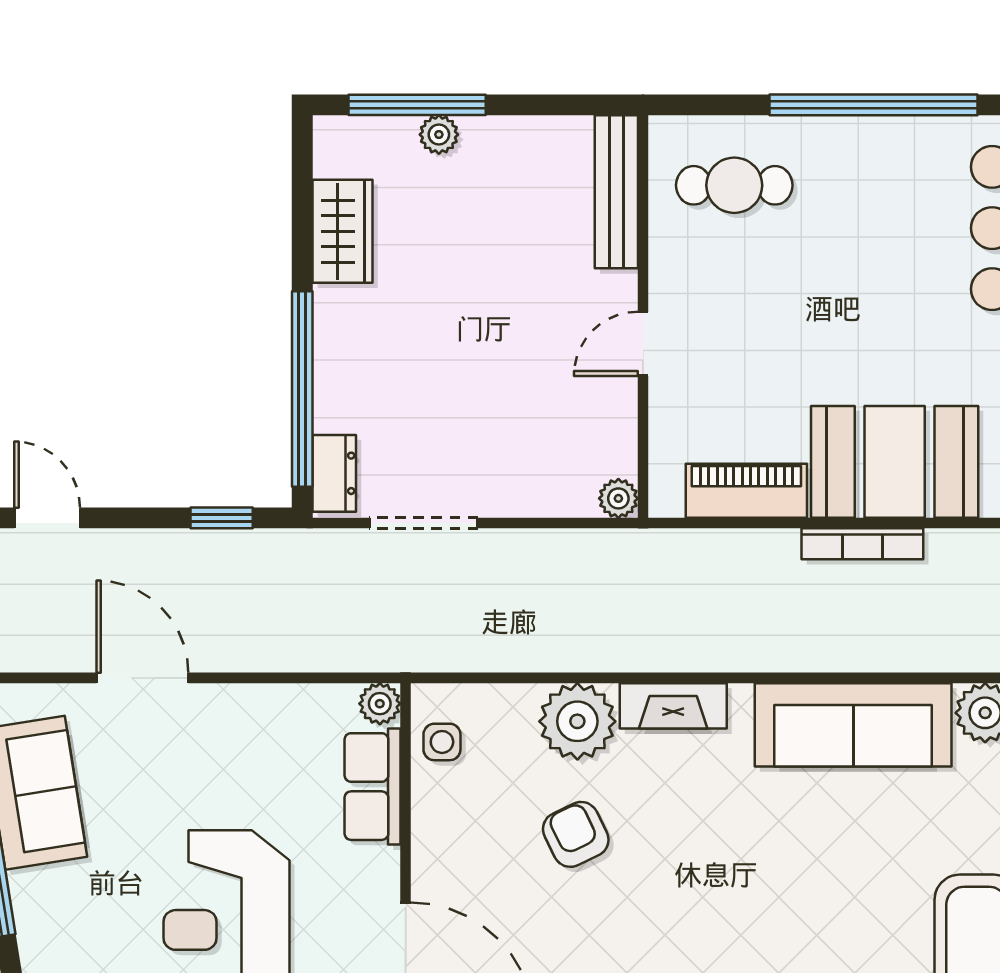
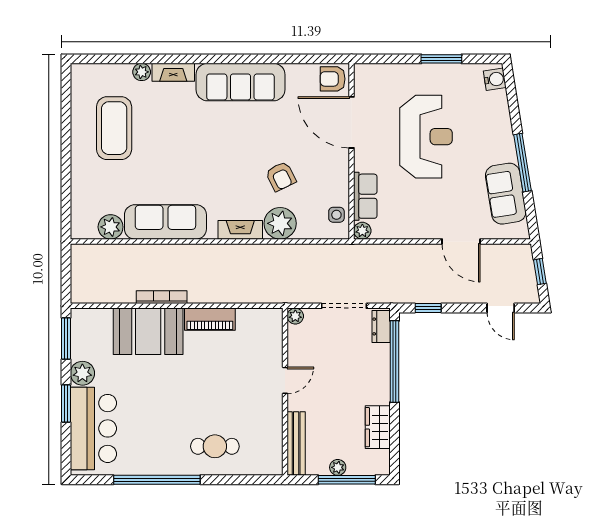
bench: (616, 192) -> (296, 444), moved
wall: (643, 317) -> (285, 392), moved
door: (643, 344) -> (285, 380), moved
plant: (618, 498) -> (295, 316), moved

